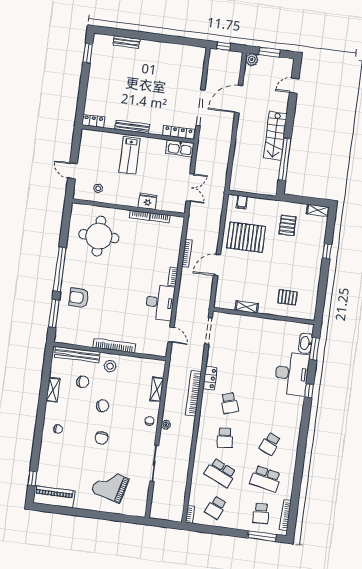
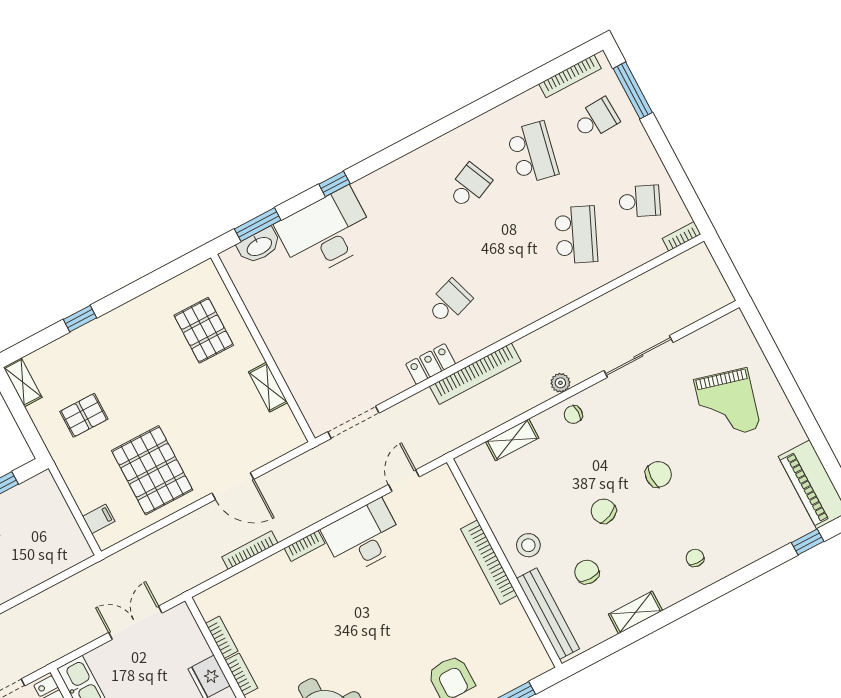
pallet: (287, 297) -> (204, 330), width x1.50, depth x1.42
school desk: (225, 438) -> (513, 268), removed
school desk: (270, 444) -> (469, 186), turned -48

